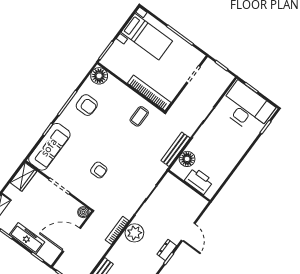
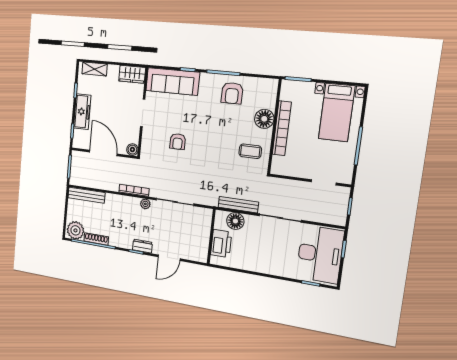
floor lamp: (99, 76) -> (264, 119), moved
bookcase: (149, 93) -> (282, 128), moved
plant: (134, 233) -> (145, 204), width x0.53, depth x0.53

